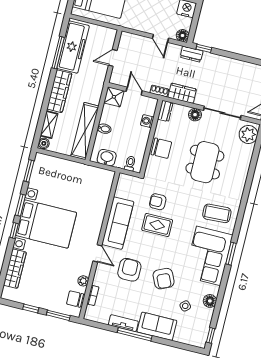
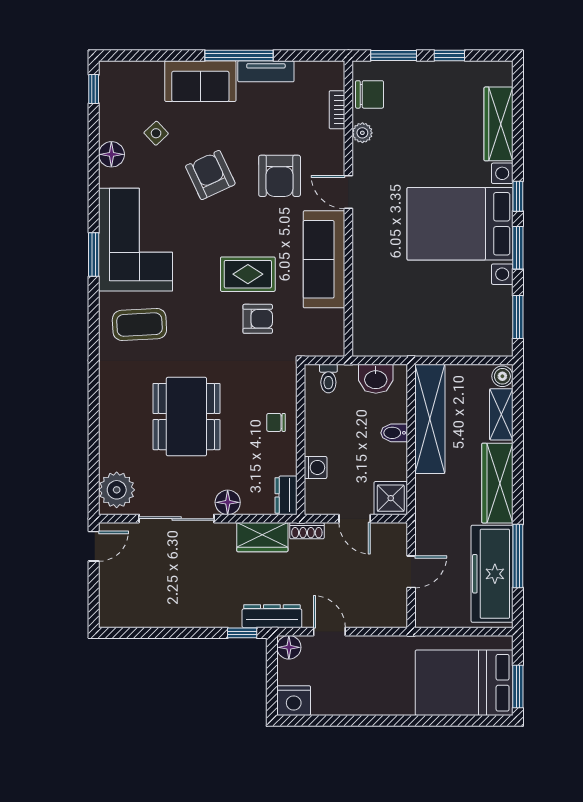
dresser: (192, 54) -> (272, 616), width x1.44
chair: (161, 148) -> (276, 422), width x0.54, depth x0.54

